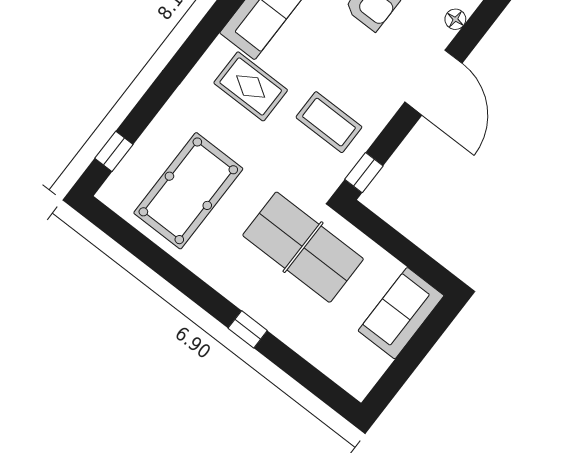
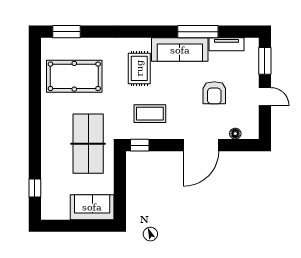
coffee table: (329, 122) -> (150, 114), turned 90
window: (114, 151) -> (67, 32), width x1.50
window: (248, 329) -> (35, 188), moved

